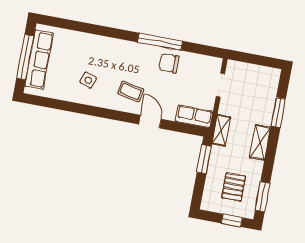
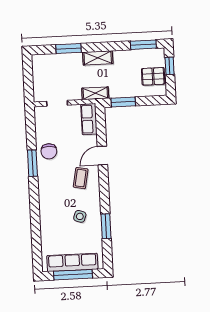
window: (160, 42) -> (32, 163), width x0.69
window: (70, 107) -> (106, 226), added
pallet: (234, 187) -> (153, 76), moved

